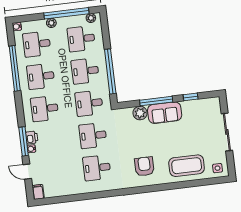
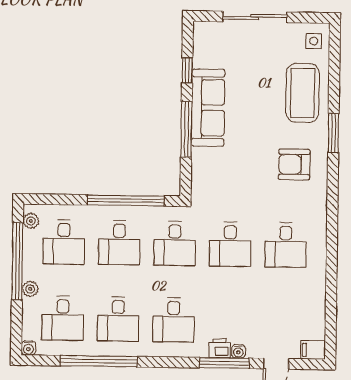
plant: (140, 113) -> (203, 160), removed
sofa: (165, 113) -> (208, 108), width x1.36
window: (166, 187) -> (333, 133), added

